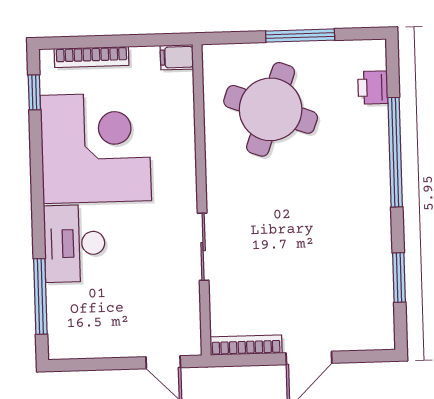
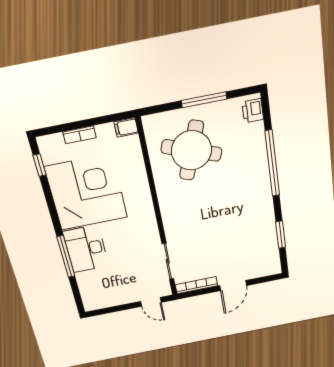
bookcase: (91, 57) -> (79, 135), width x0.64
printer: (373, 88) -> (253, 111), moved
sliding door: (203, 247) -> (168, 261), moved
window: (40, 296) -> (66, 257), moved

